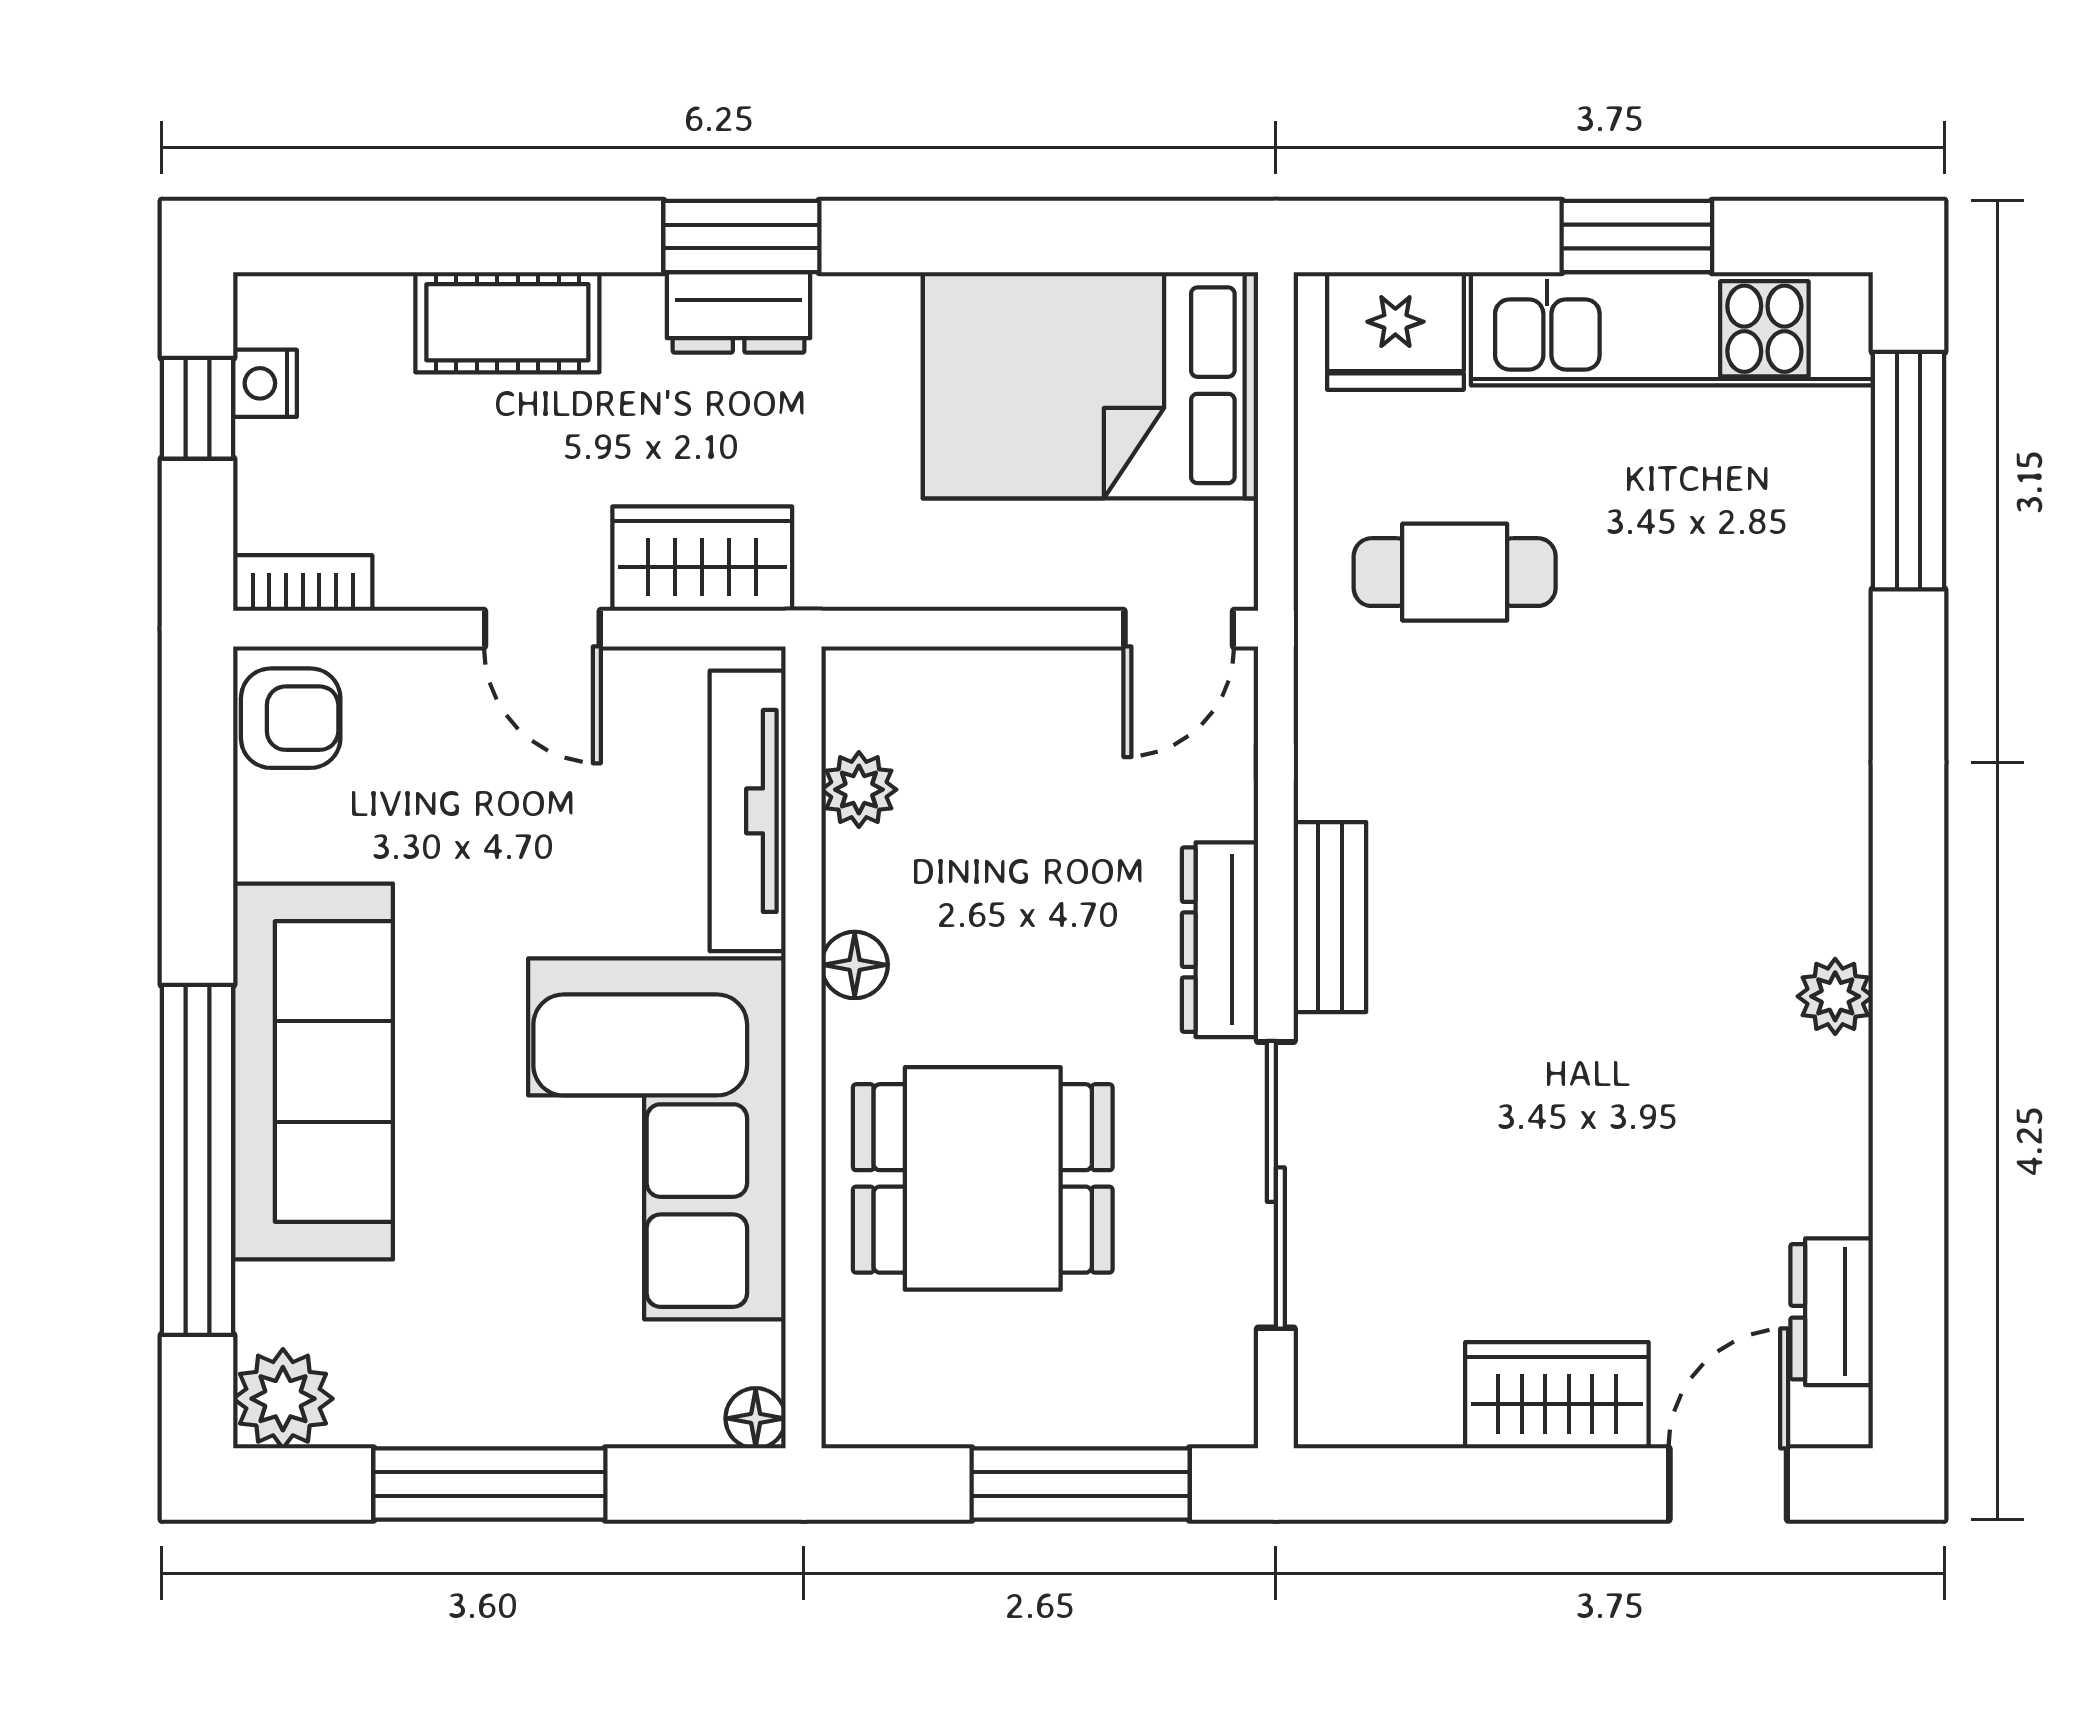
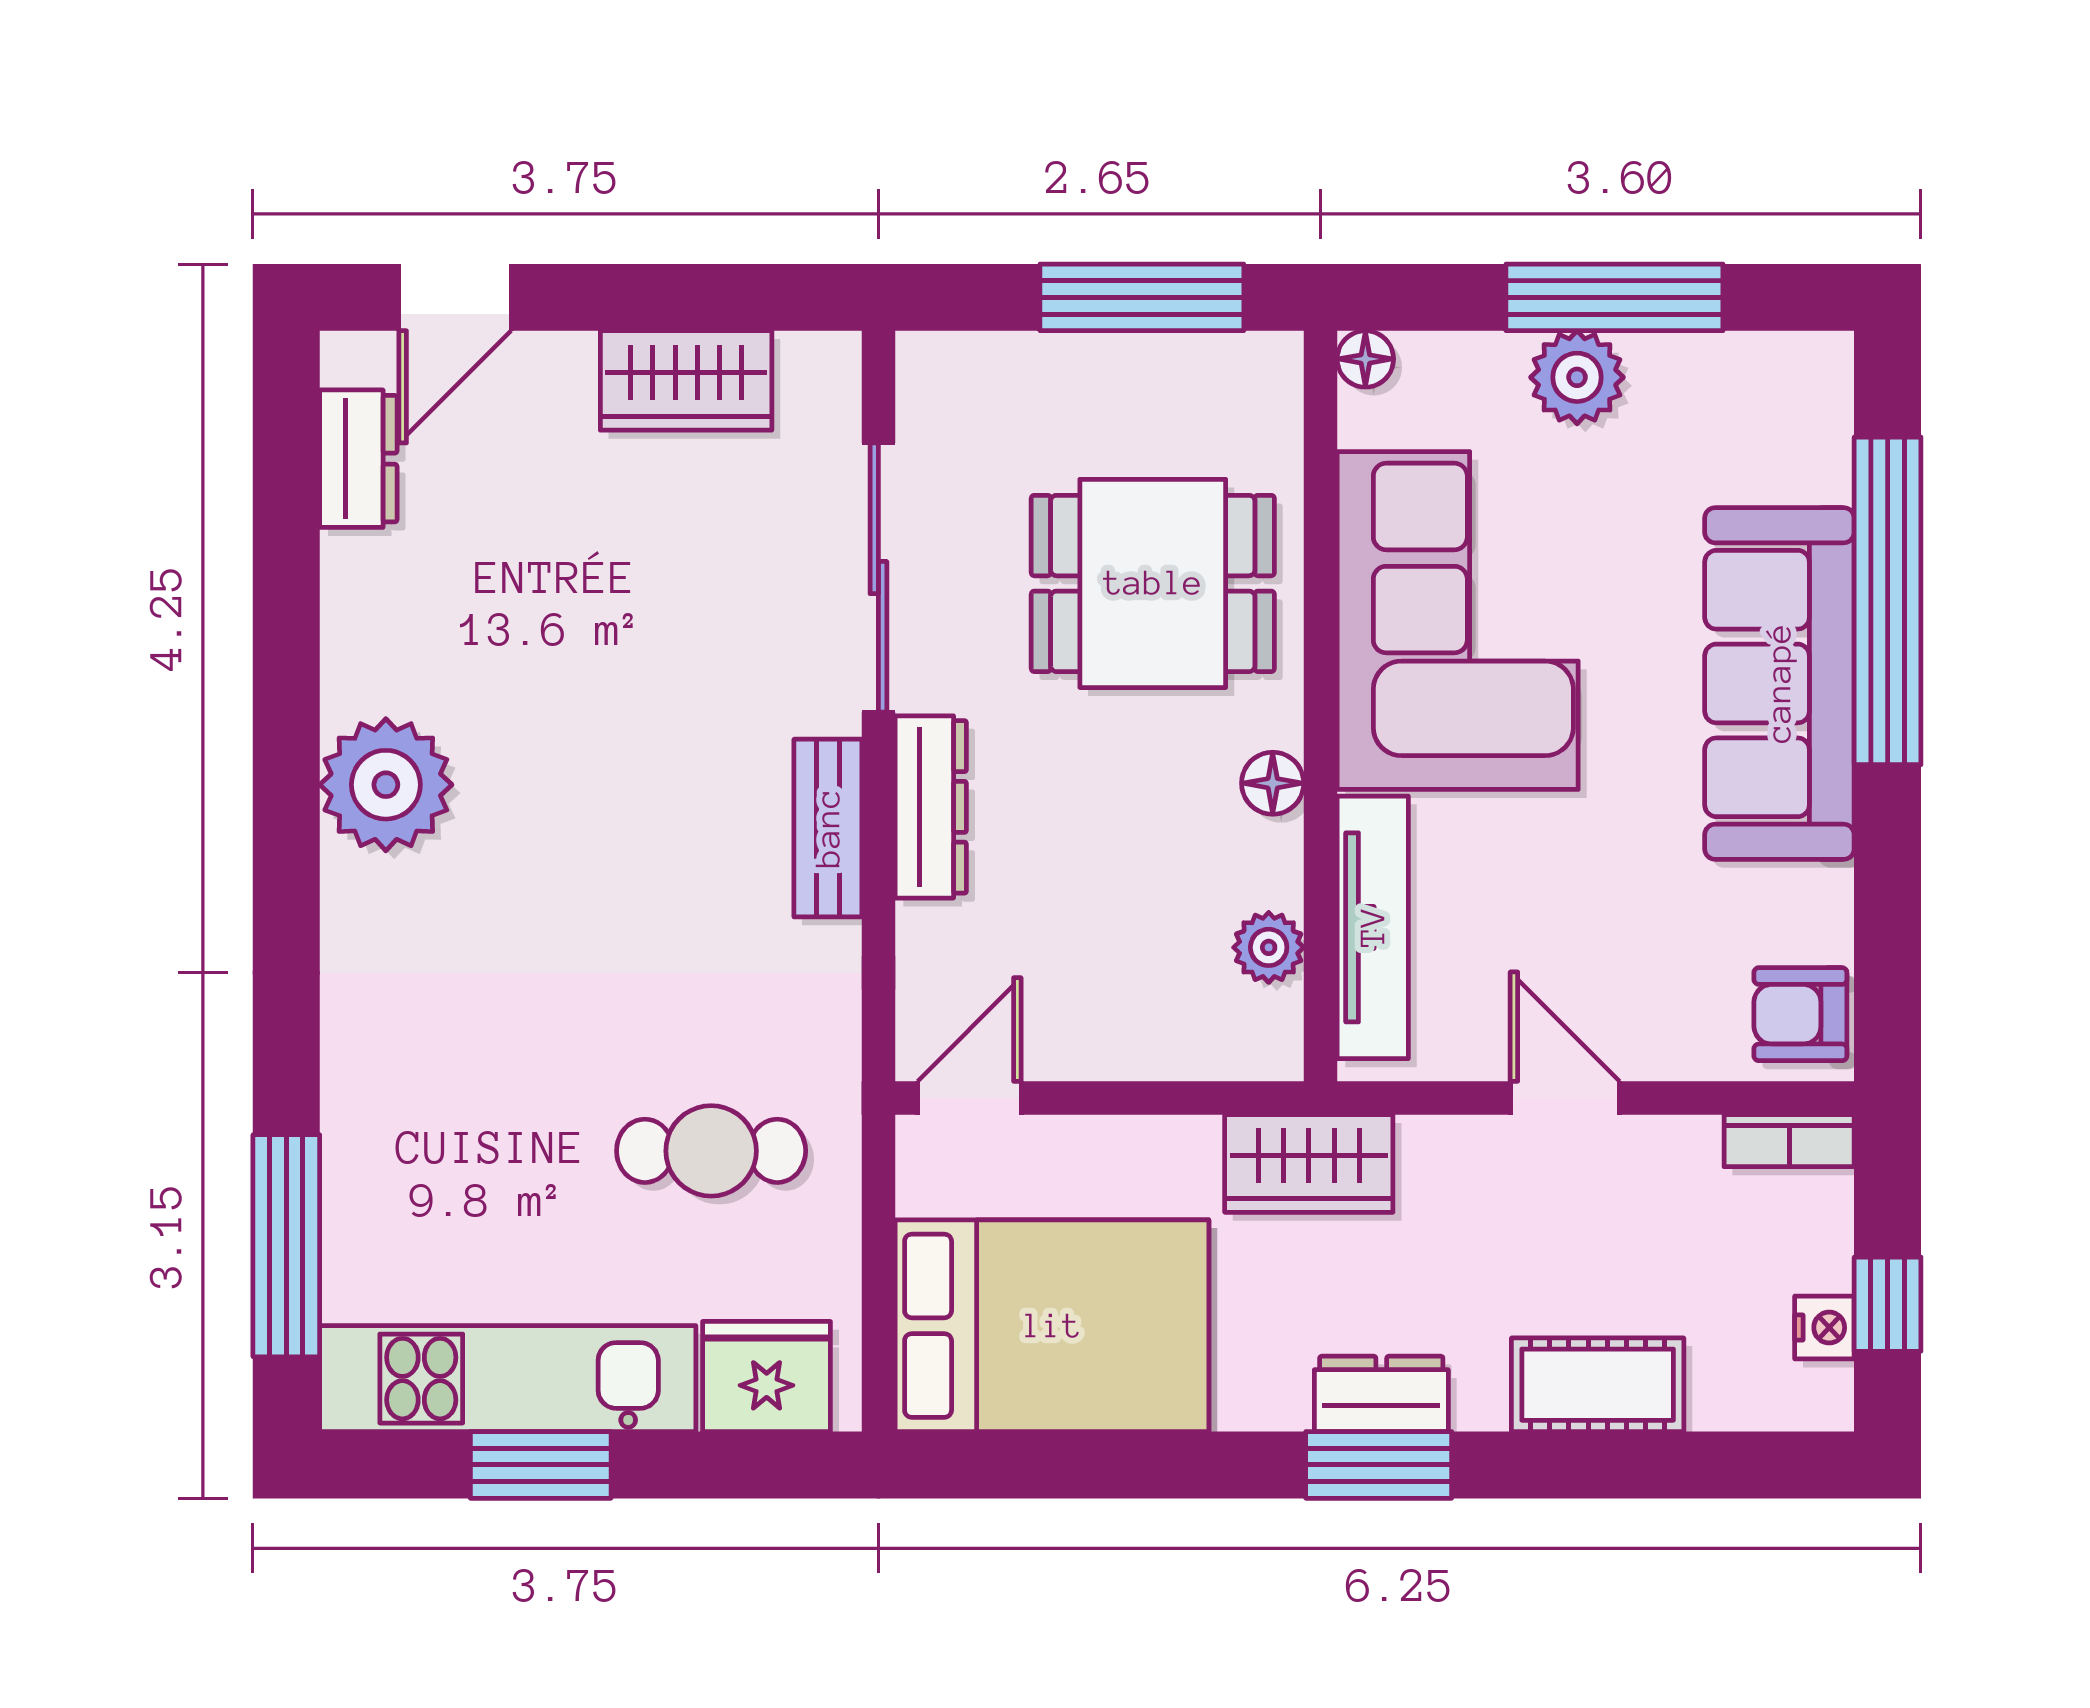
wardrobe: (702, 559) -> (1309, 1163), moved
plant: (1835, 996) -> (386, 785), width x1.88, depth x1.88
wardrobe: (1557, 1395) -> (686, 380), moved
plant: (283, 1399) -> (1577, 377), moved
window: (1081, 1484) -> (1142, 297), moved

